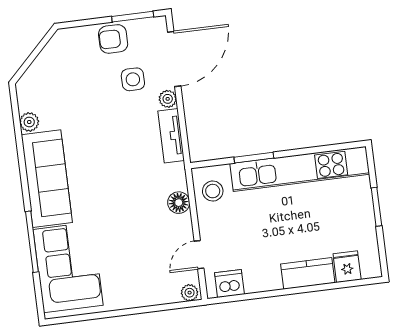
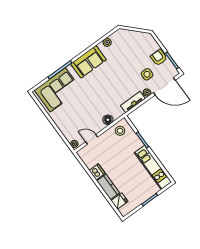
kitchen unit: (300, 169) -> (153, 167), width x0.73
sofa: (47, 179) -> (88, 62), width x0.73
dishwasher: (229, 284) -> (97, 172), moved

